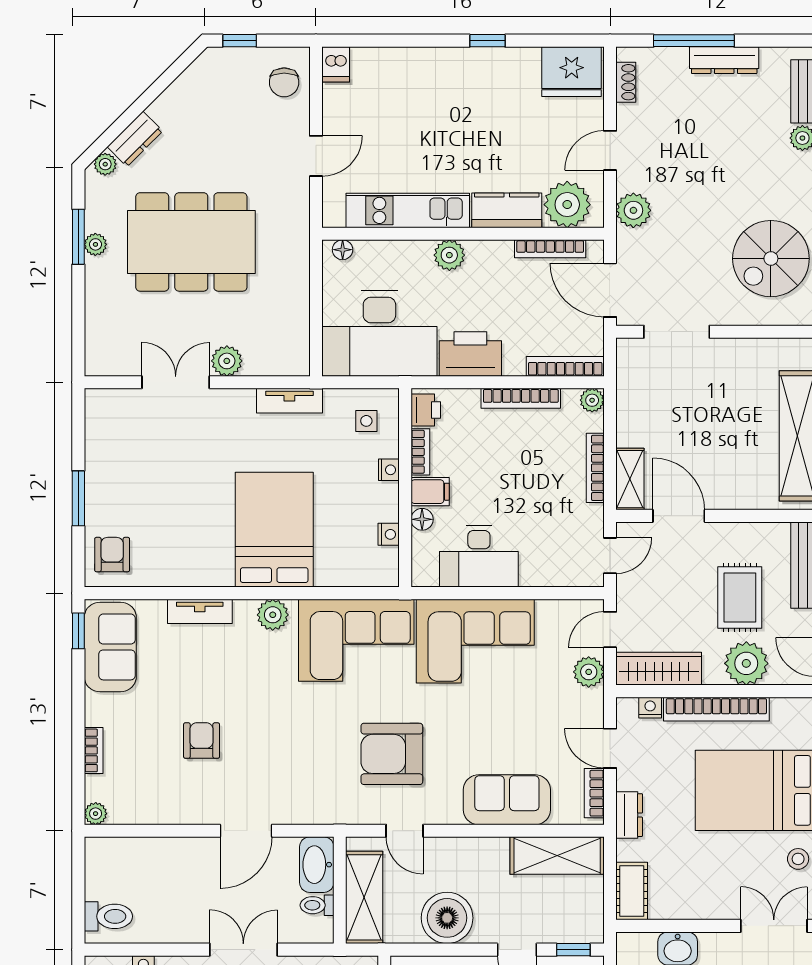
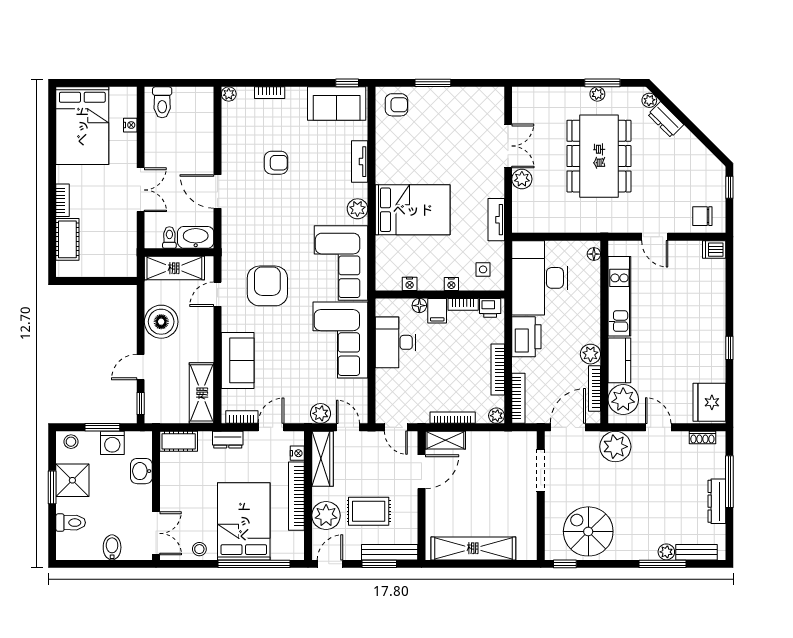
plant: (633, 210) -> (615, 447), width x1.36, depth x1.36
plant: (449, 255) -> (590, 354), moved

